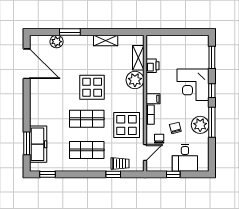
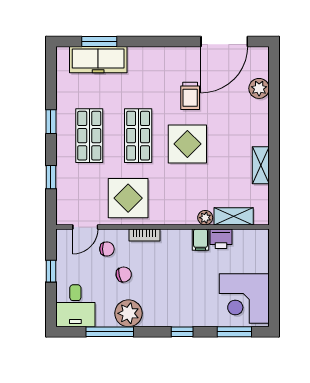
window: (70, 32) -> (274, 109), removed
plant: (135, 80) -> (205, 218), width x0.53, depth x0.53
corner desk: (193, 85) -> (244, 299), moved, turned -90
filing cabinet: (153, 99) -> (201, 240), moved
window: (212, 122) -> (110, 332), moved
door: (145, 152) -> (85, 227), hinge flipped
desk: (185, 158) -> (75, 306), moved, turned -90
trolley: (120, 164) -> (190, 96), moved
window: (48, 174) -> (51, 122), moved

